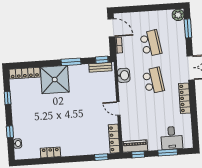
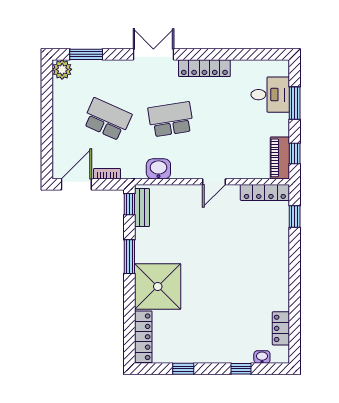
school desk: (151, 43) -> (107, 119), turned 33
locker: (50, 152) -> (281, 328), moved

